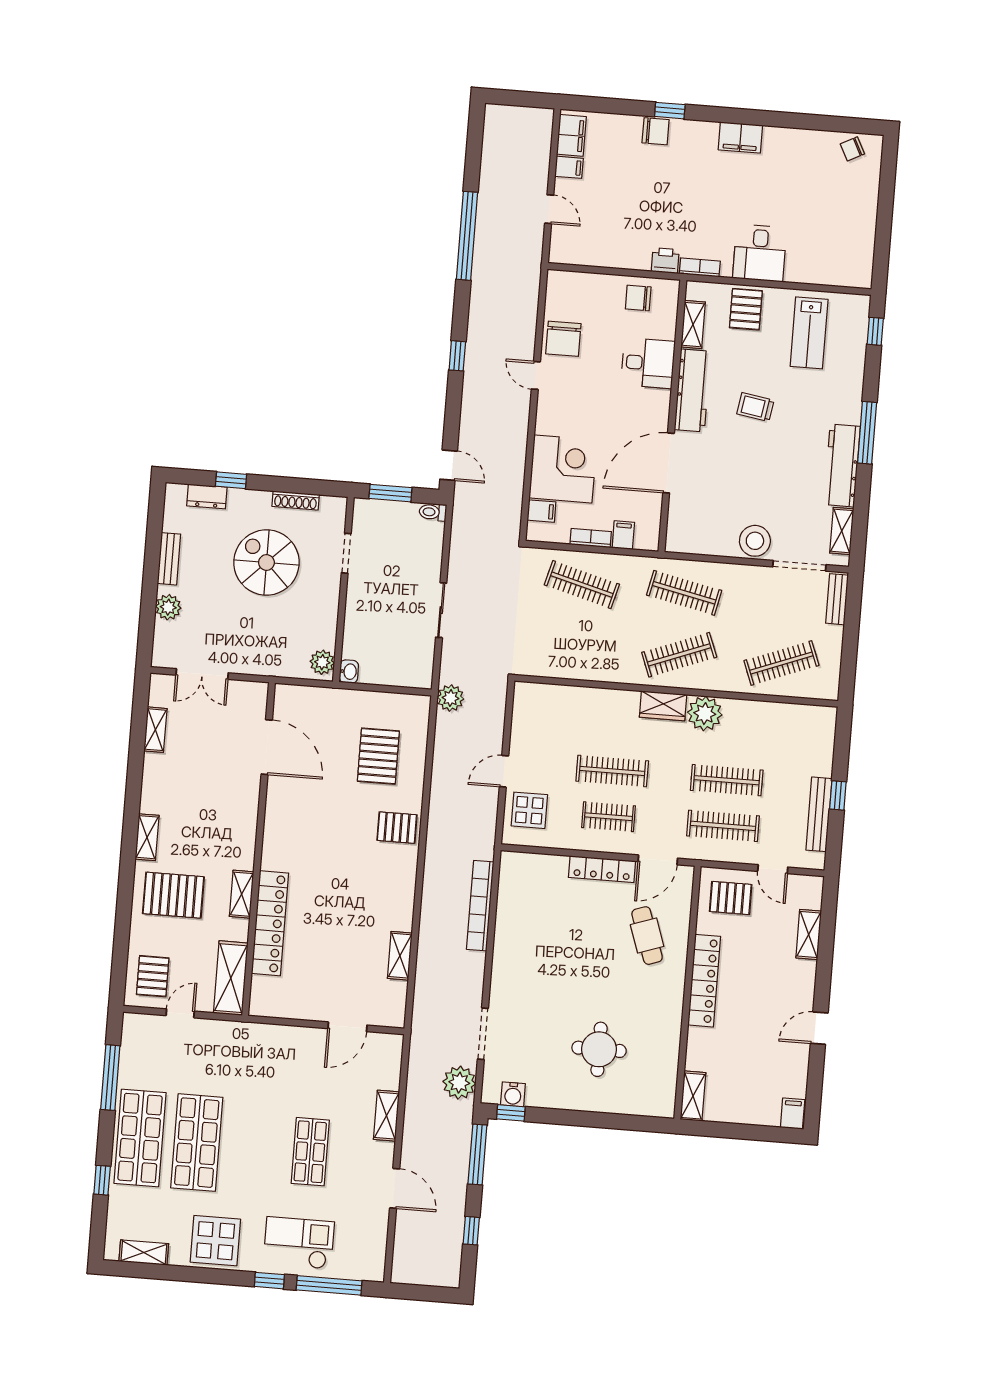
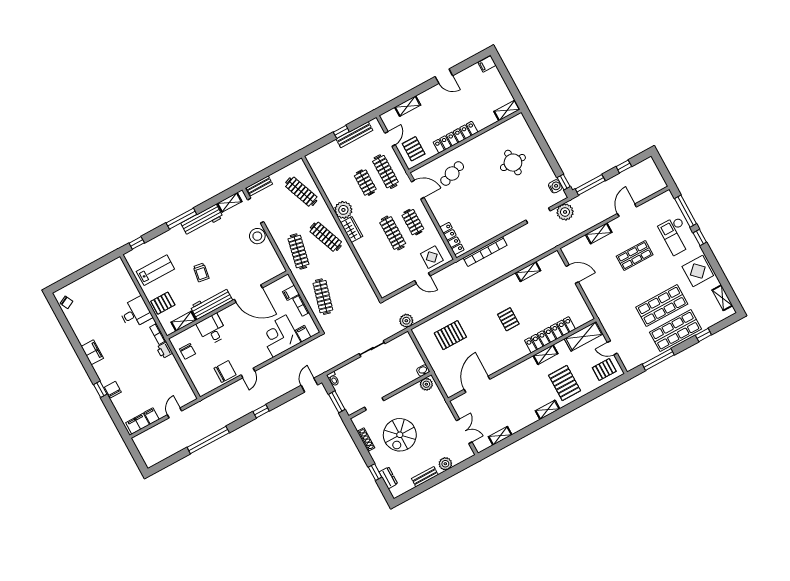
clothes rail: (727, 780) -> (365, 183), width x0.73
pallet: (397, 828) -> (508, 319), moved
locker: (602, 869) -> (452, 238), moved

